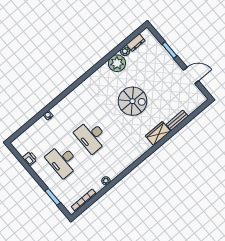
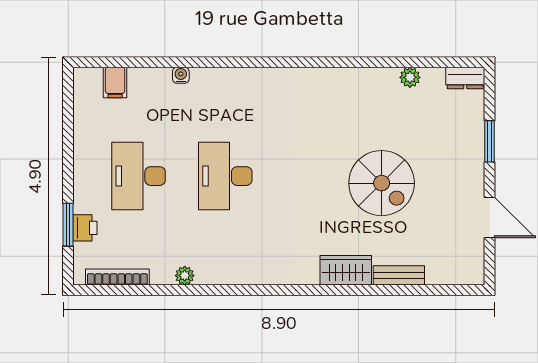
dresser: (136, 43) -> (465, 78), moved
plant: (117, 63) -> (378, 86), removed
spiral stairs: (132, 101) -> (382, 183), moved
filing cabinet: (28, 136) -> (115, 82), added
printer: (30, 158) -> (85, 228), moved

